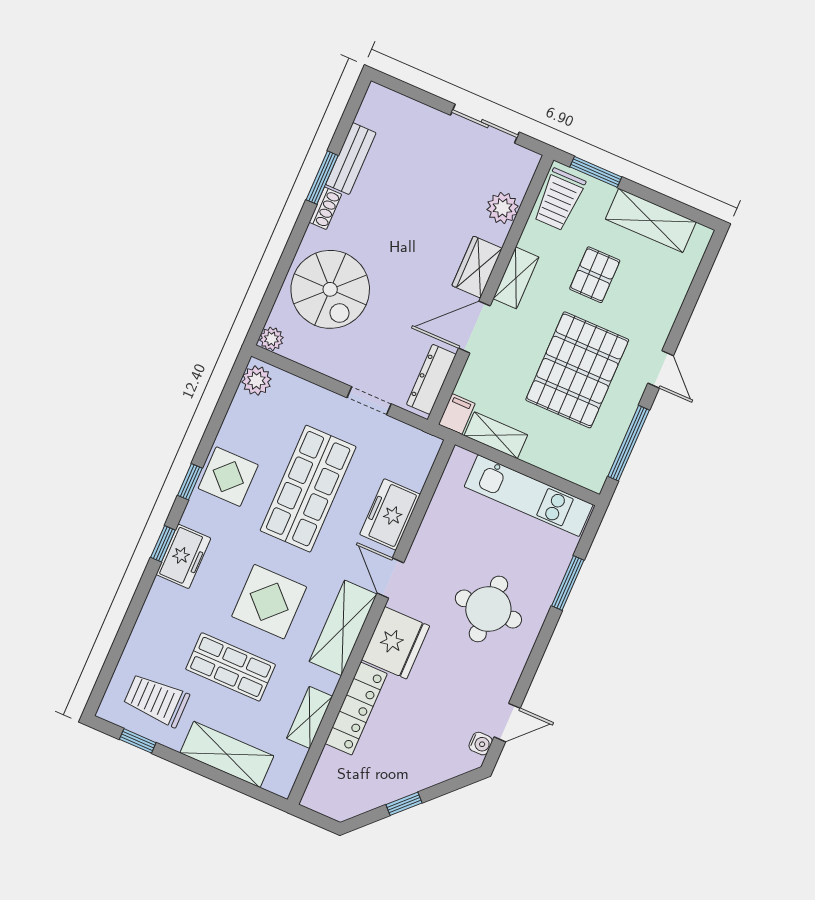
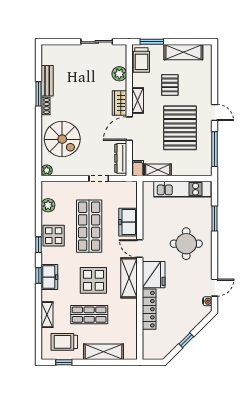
plant: (256, 381) -> (48, 205), moved
shelving: (310, 717) -> (47, 315), moved

